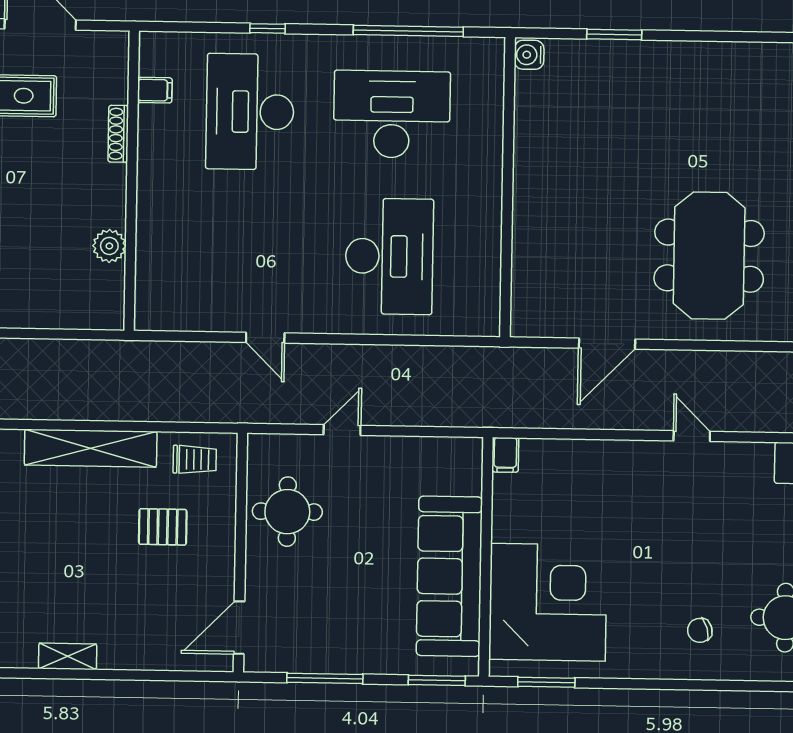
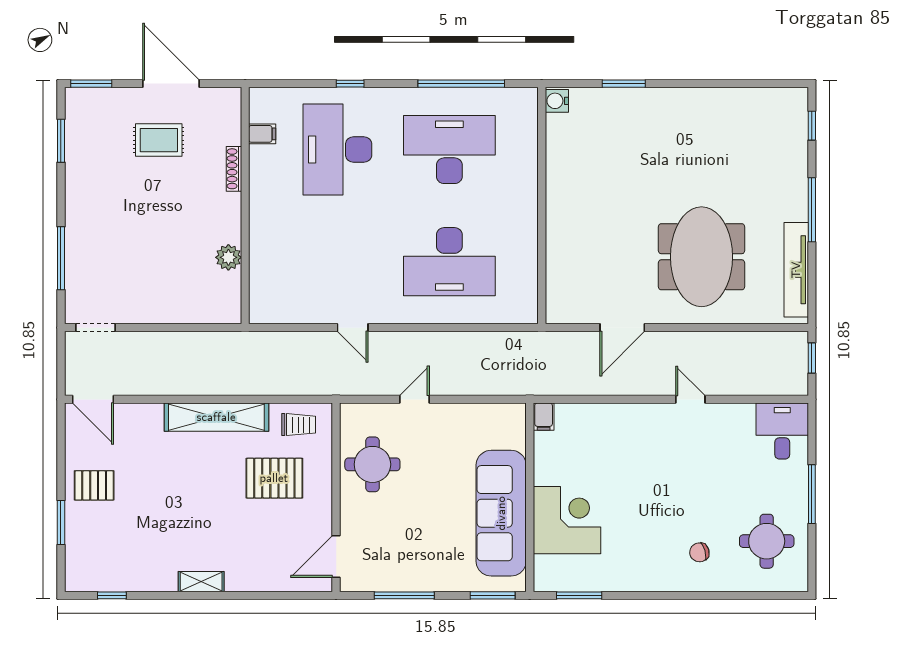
desk: (389, 256) -> (449, 262), turned 90
pallet: (163, 527) -> (274, 478), width x1.50, depth x1.42
corner desk: (548, 602) -> (567, 520), width x0.74, depth x0.74

